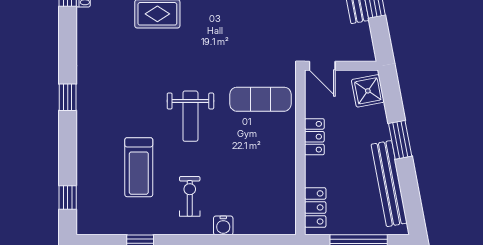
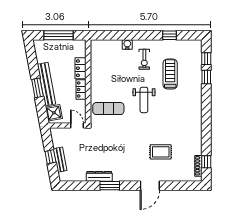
window: (68, 97) -> (206, 77), moved
weight bench: (190, 116) -> (144, 100), turned 180
bench: (389, 184) -> (47, 84), moved
locker: (315, 207) -> (81, 68), moved

